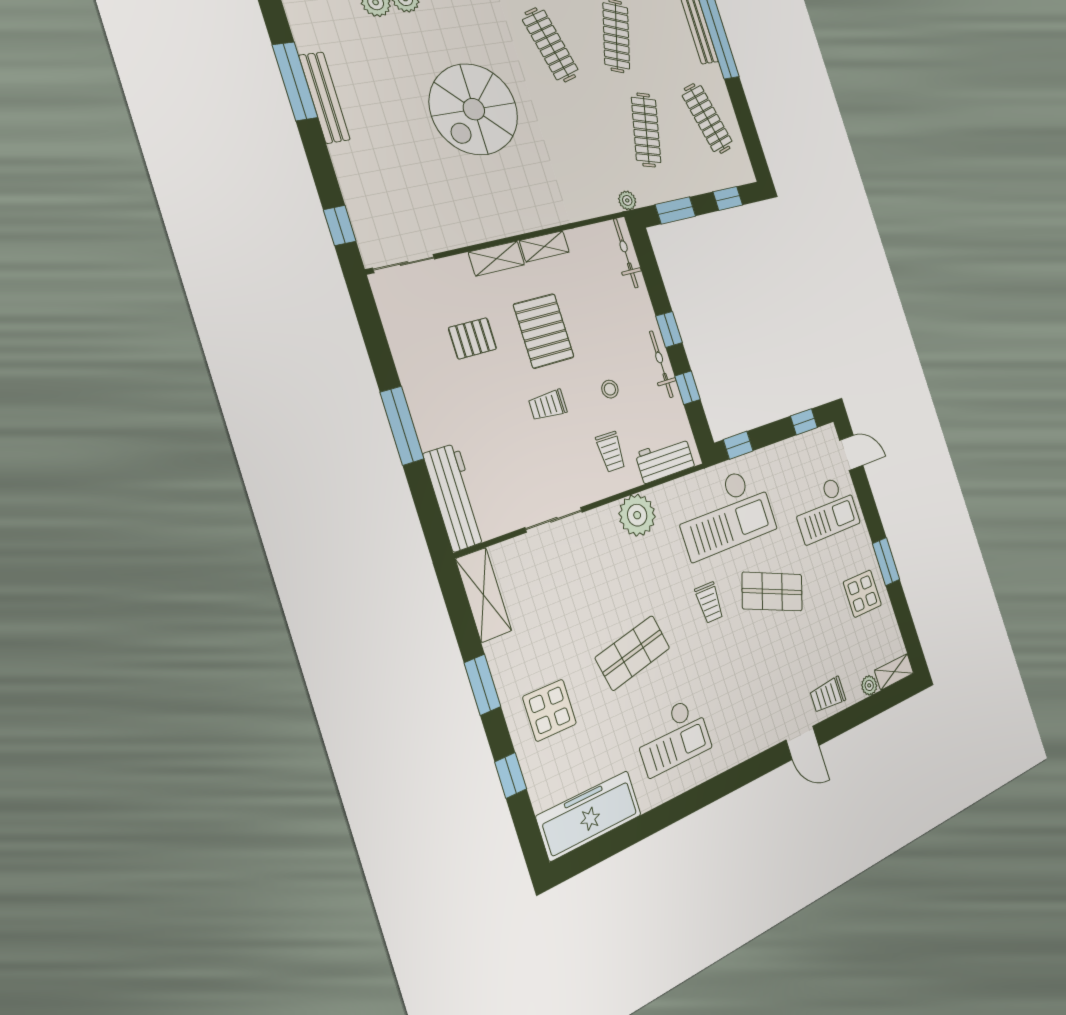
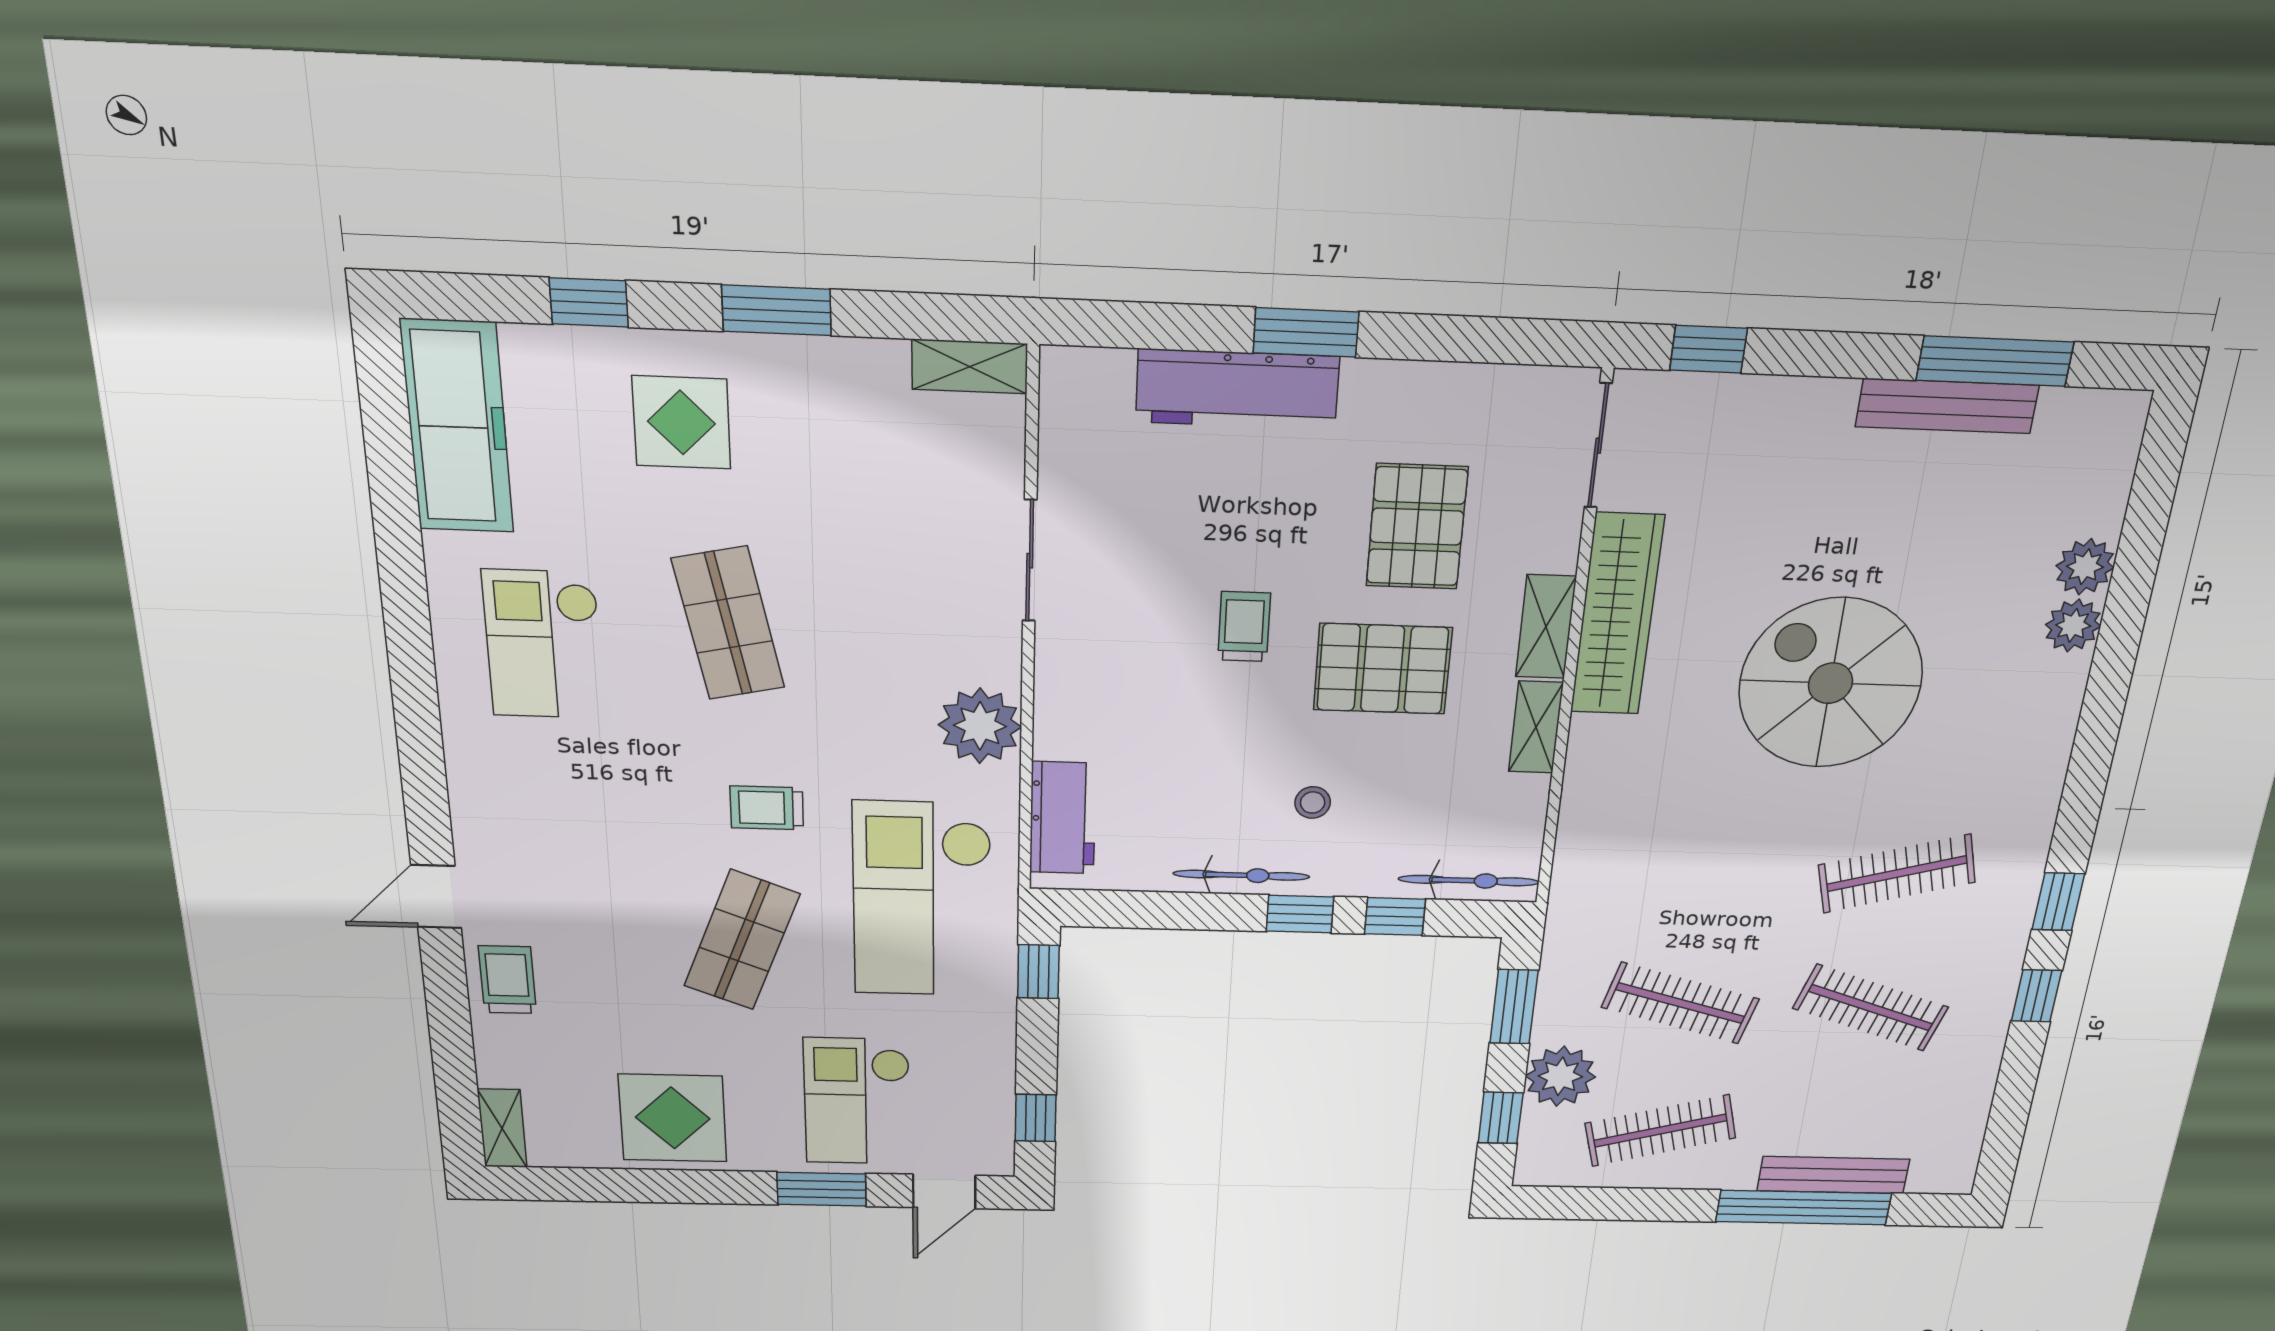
plant: (627, 200) -> (1560, 1076), moved, width x1.87, depth x1.87
wardrobe: (479, 226) -> (1617, 615), added
pallet: (473, 338) -> (1417, 527), width x1.50, depth x1.42
window: (688, 388) -> (1395, 917), moved
stool: (610, 389) -> (1313, 802), moved
window: (402, 426) -> (1306, 332), width x0.69
trolley: (611, 452) -> (1115, 717), removed
workbench: (455, 497) -> (1237, 389), moved
window: (886, 562) -> (822, 1189), moved
display table: (862, 594) -> (673, 1118), width x1.36, depth x1.36
shelving: (484, 595) -> (970, 366), width x0.67, depth x0.75
plant: (869, 685) -> (495, 1069), removed

